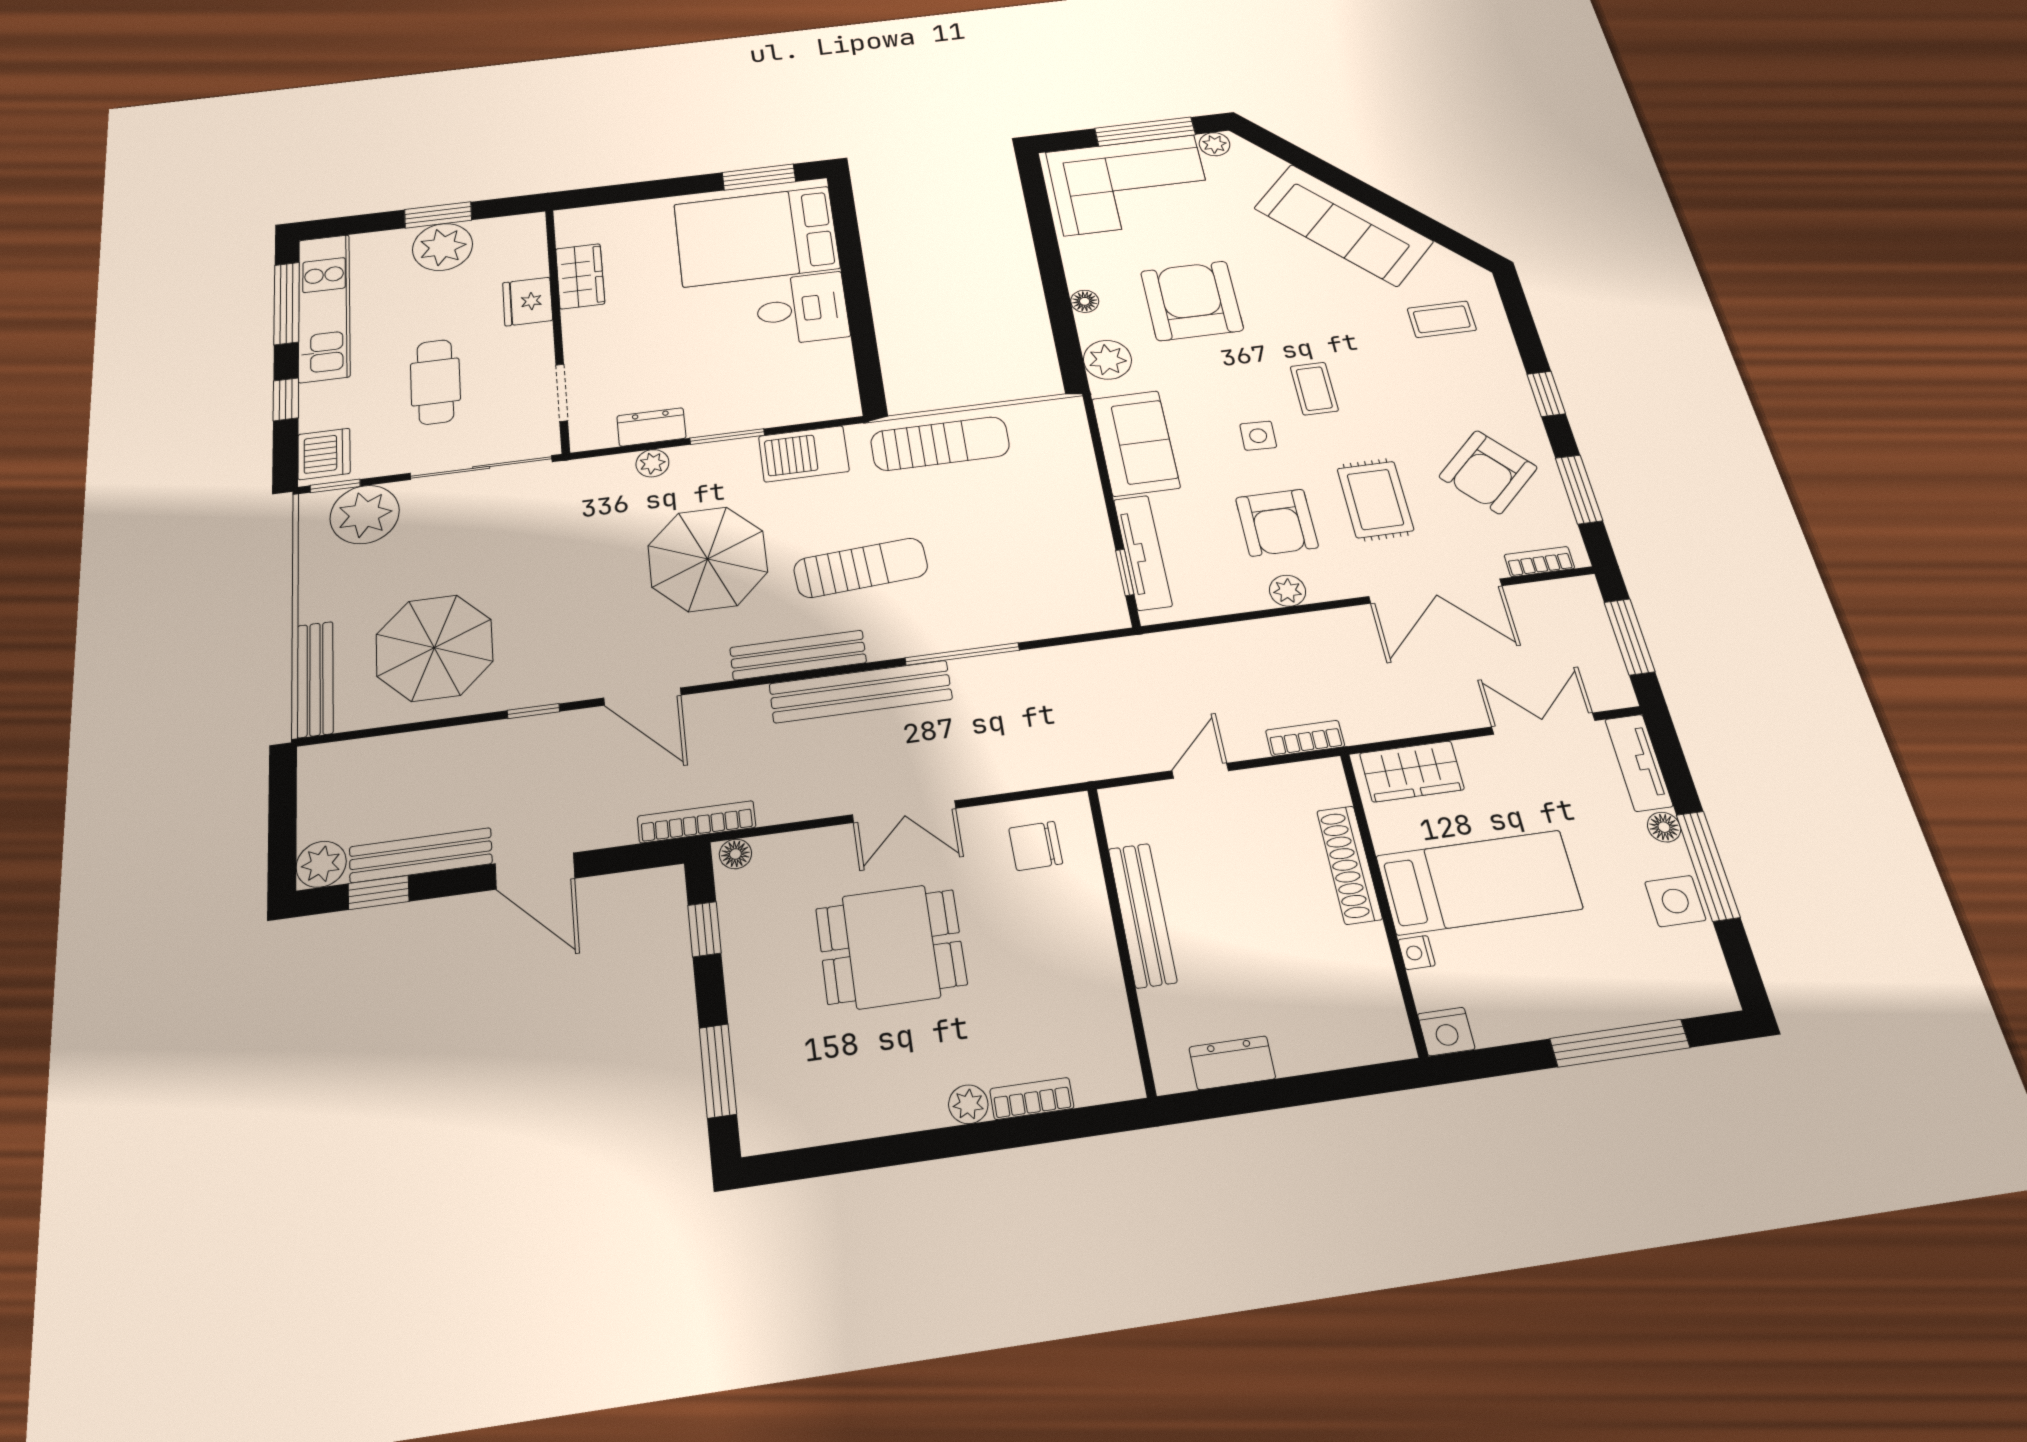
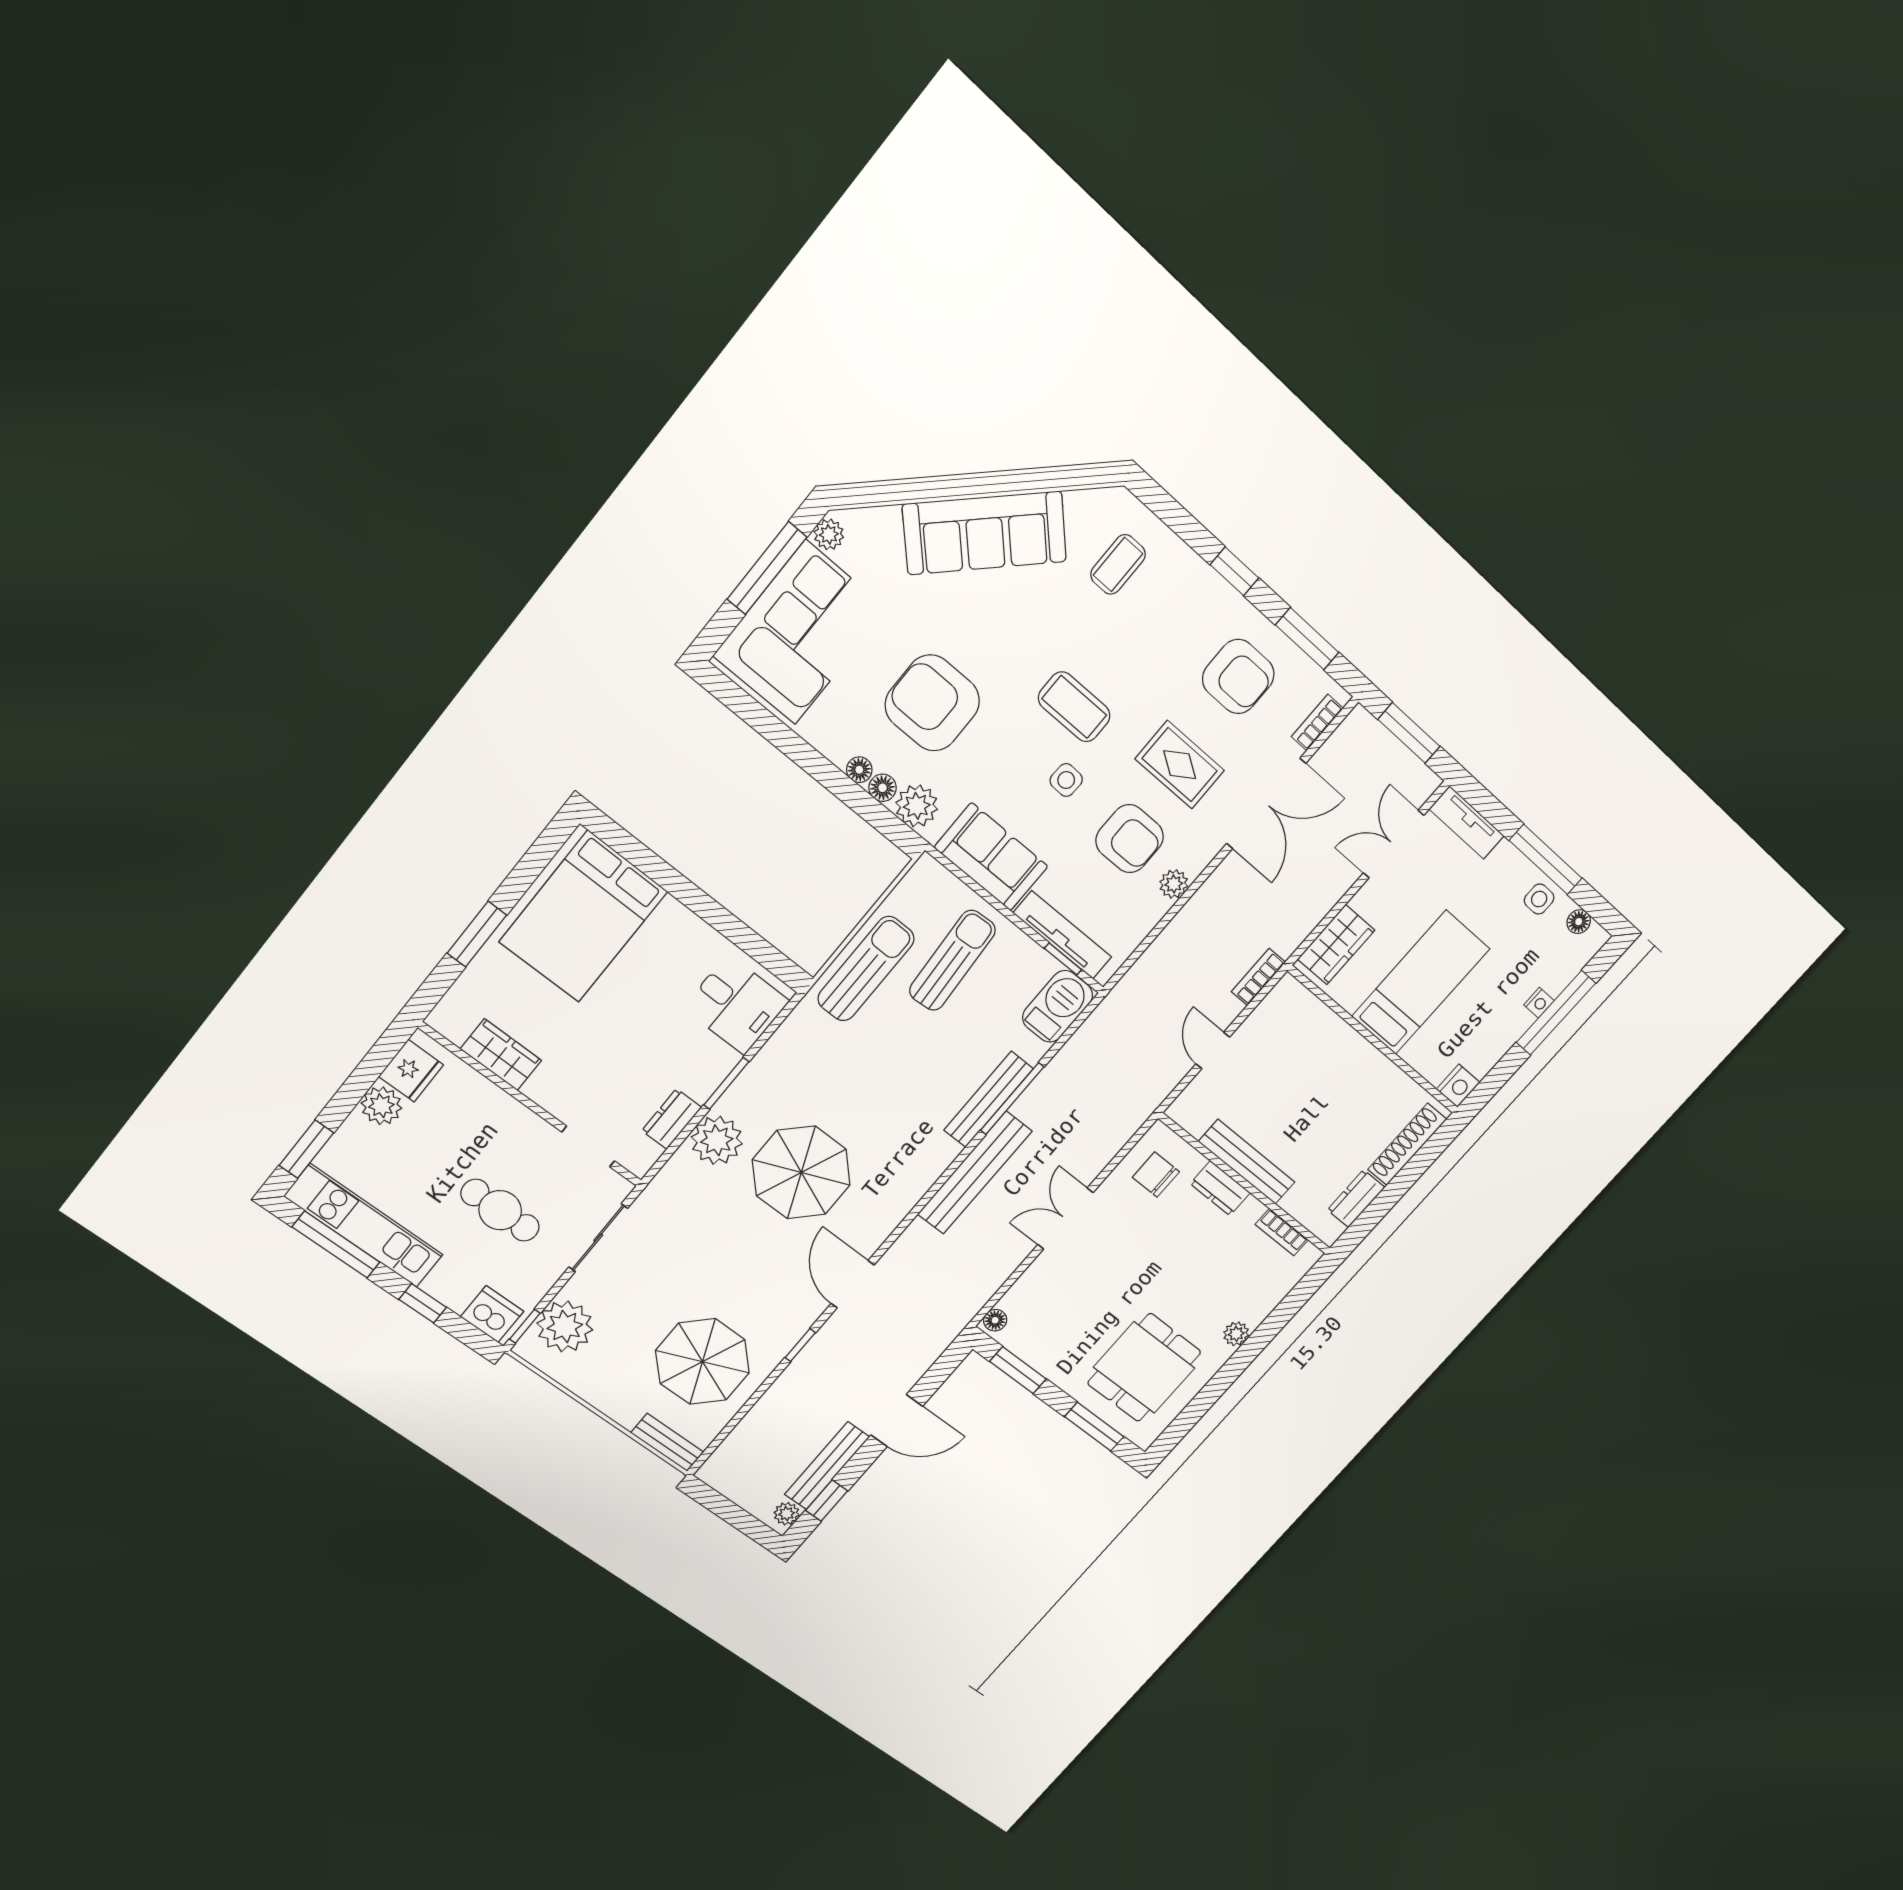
window: (759, 177) -> (477, 934), moved
window: (438, 215) -> (306, 1149), moved
plant: (443, 247) -> (381, 1106), width x0.73, depth x0.73
fridge: (528, 302) -> (411, 1071), moved, turned -90
desk: (802, 309) -> (736, 1005), moved, turned 90
floor lamp: (1091, 327) -> (883, 788), added
coffee table: (1314, 389) -> (1074, 707), width x1.36, depth x1.30
barbecue: (804, 454) -> (1058, 1006), moved, turned 180
plant: (652, 463) -> (717, 1140), width x1.87, depth x1.87
sliding door: (481, 468) -> (598, 1238), width x0.73
armchair: (1488, 472) -> (1238, 677), turned -47
sun lounger: (861, 568) -> (952, 960), moved
bench: (798, 655) -> (988, 1099), moved
bench: (315, 679) -> (667, 1443), width x0.73
door: (642, 697) -> (853, 1284), swing flipped
double door: (904, 811) -> (1065, 1219), swing flipped
bookcase: (697, 822) -> (956, 1323), removed
floor lamp: (1664, 827) -> (1579, 922), moved
chair: (1036, 846) -> (1156, 1175), turned 91
plant: (321, 864) -> (787, 1514), width x0.73, depth x0.73
shoe rack: (1349, 865) -> (1407, 1144), moved, turned 90
side table: (1675, 901) -> (1539, 899), width x0.73, depth x0.73
dresser: (1090, 919) -> (1220, 1188), added
window: (704, 929) -> (1018, 1370), width x1.50
dining table: (891, 946) -> (1144, 1368), moved
nightstand: (1417, 953) -> (1539, 1003), moved, turned -90
bookcase: (1032, 1099) -> (1282, 1232), moved, turned -90

